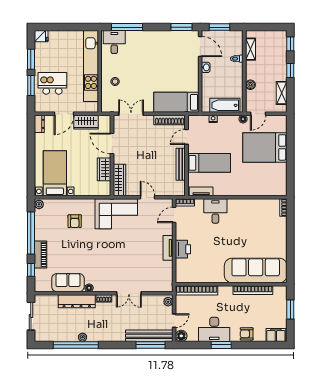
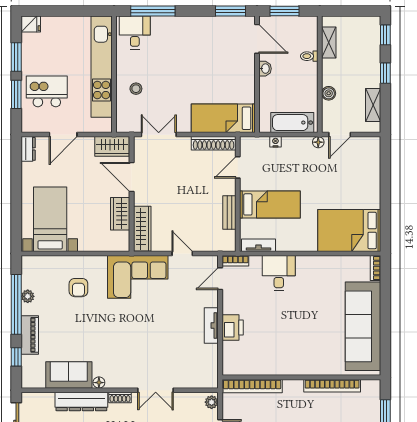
wardrobe: (86, 122) -> (112, 146), moved
bed: (265, 147) -> (349, 230), moved
bench: (181, 164) -> (229, 213), width x0.73
plant: (39, 204) -> (28, 296), moved
sofa: (256, 271) -> (363, 326), moved, turned -90

